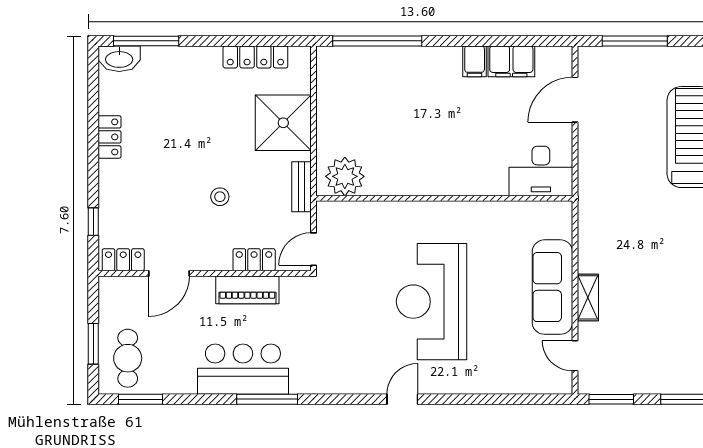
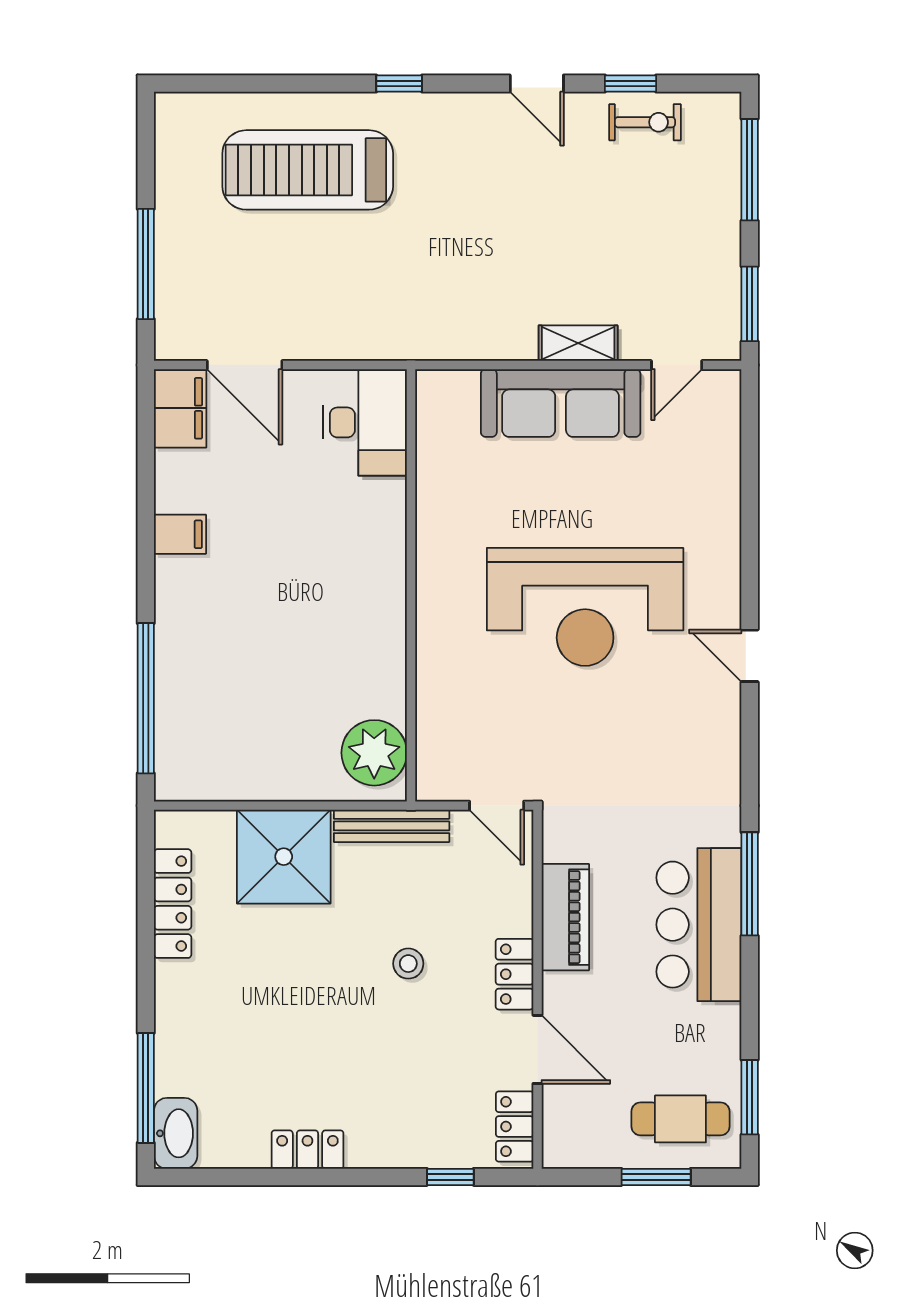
filing cabinet: (511, 61) -> (180, 408), moved
bench: (302, 187) -> (392, 826), width x1.36
locker: (254, 260) -> (514, 974), moved

